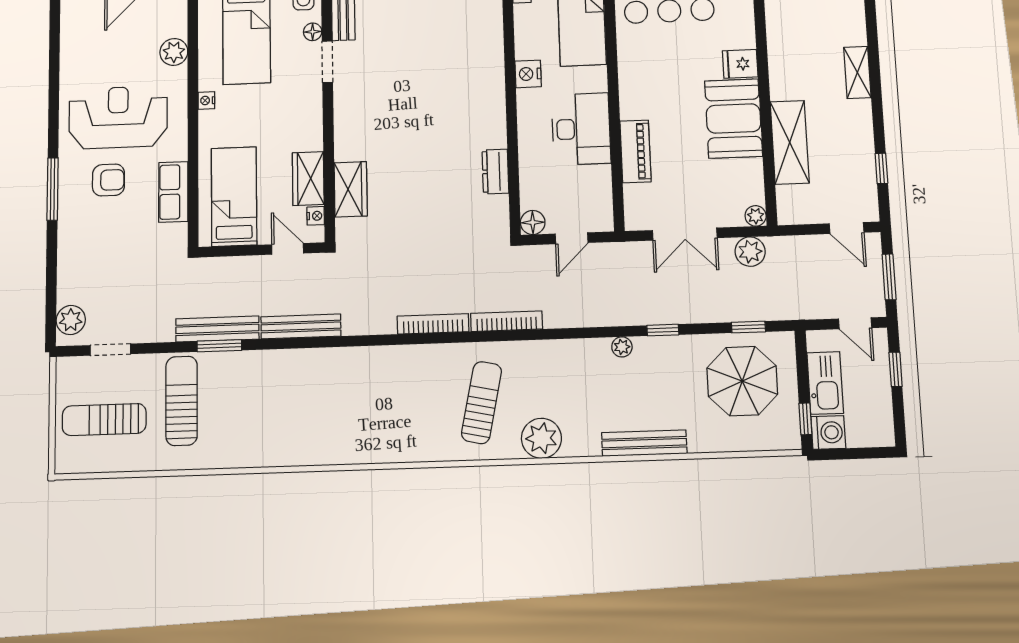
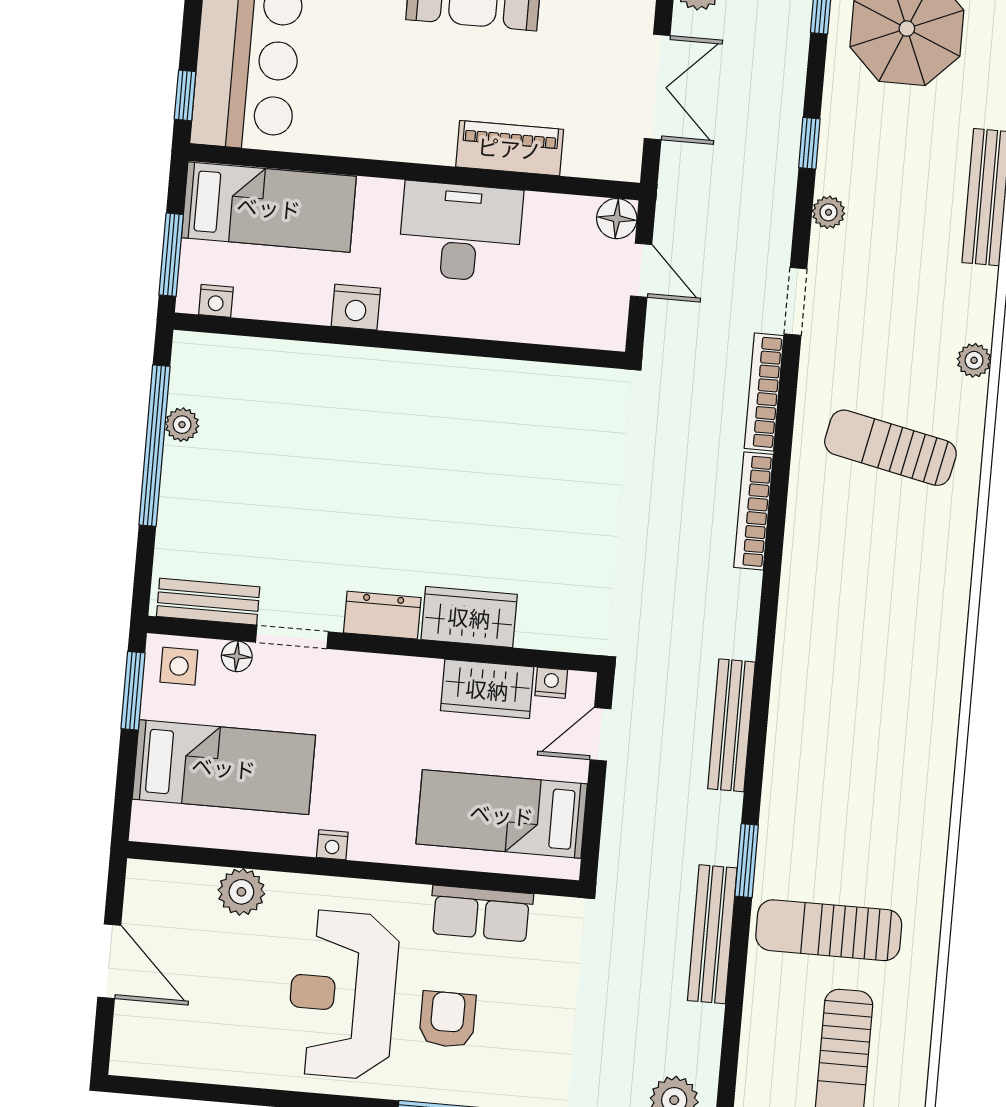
dresser: (495, 171) -> (382, 615), moved, turned 180
wardrobe: (351, 189) -> (469, 617), moved
floor lamp: (533, 222) -> (617, 219), moved
bench: (217, 329) -> (712, 934), moved
doorway: (110, 350) -> (796, 301), moved
plant: (541, 438) -> (974, 360), width x0.53, depth x0.53

